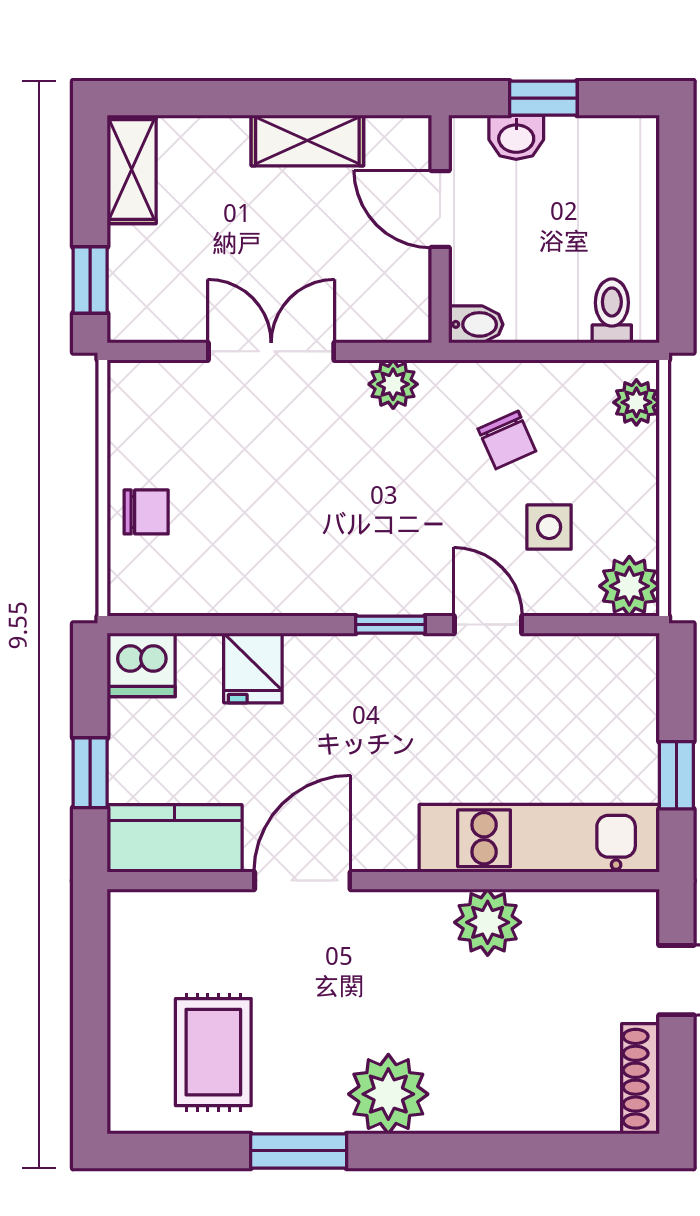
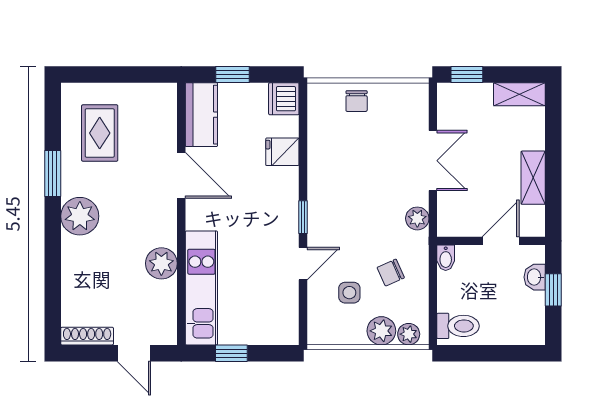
toilet: (612, 311) -> (458, 326), width x1.37, depth x1.39
plant: (629, 586) -> (381, 331), moved
rug: (213, 1052) -> (100, 133), turned 90

